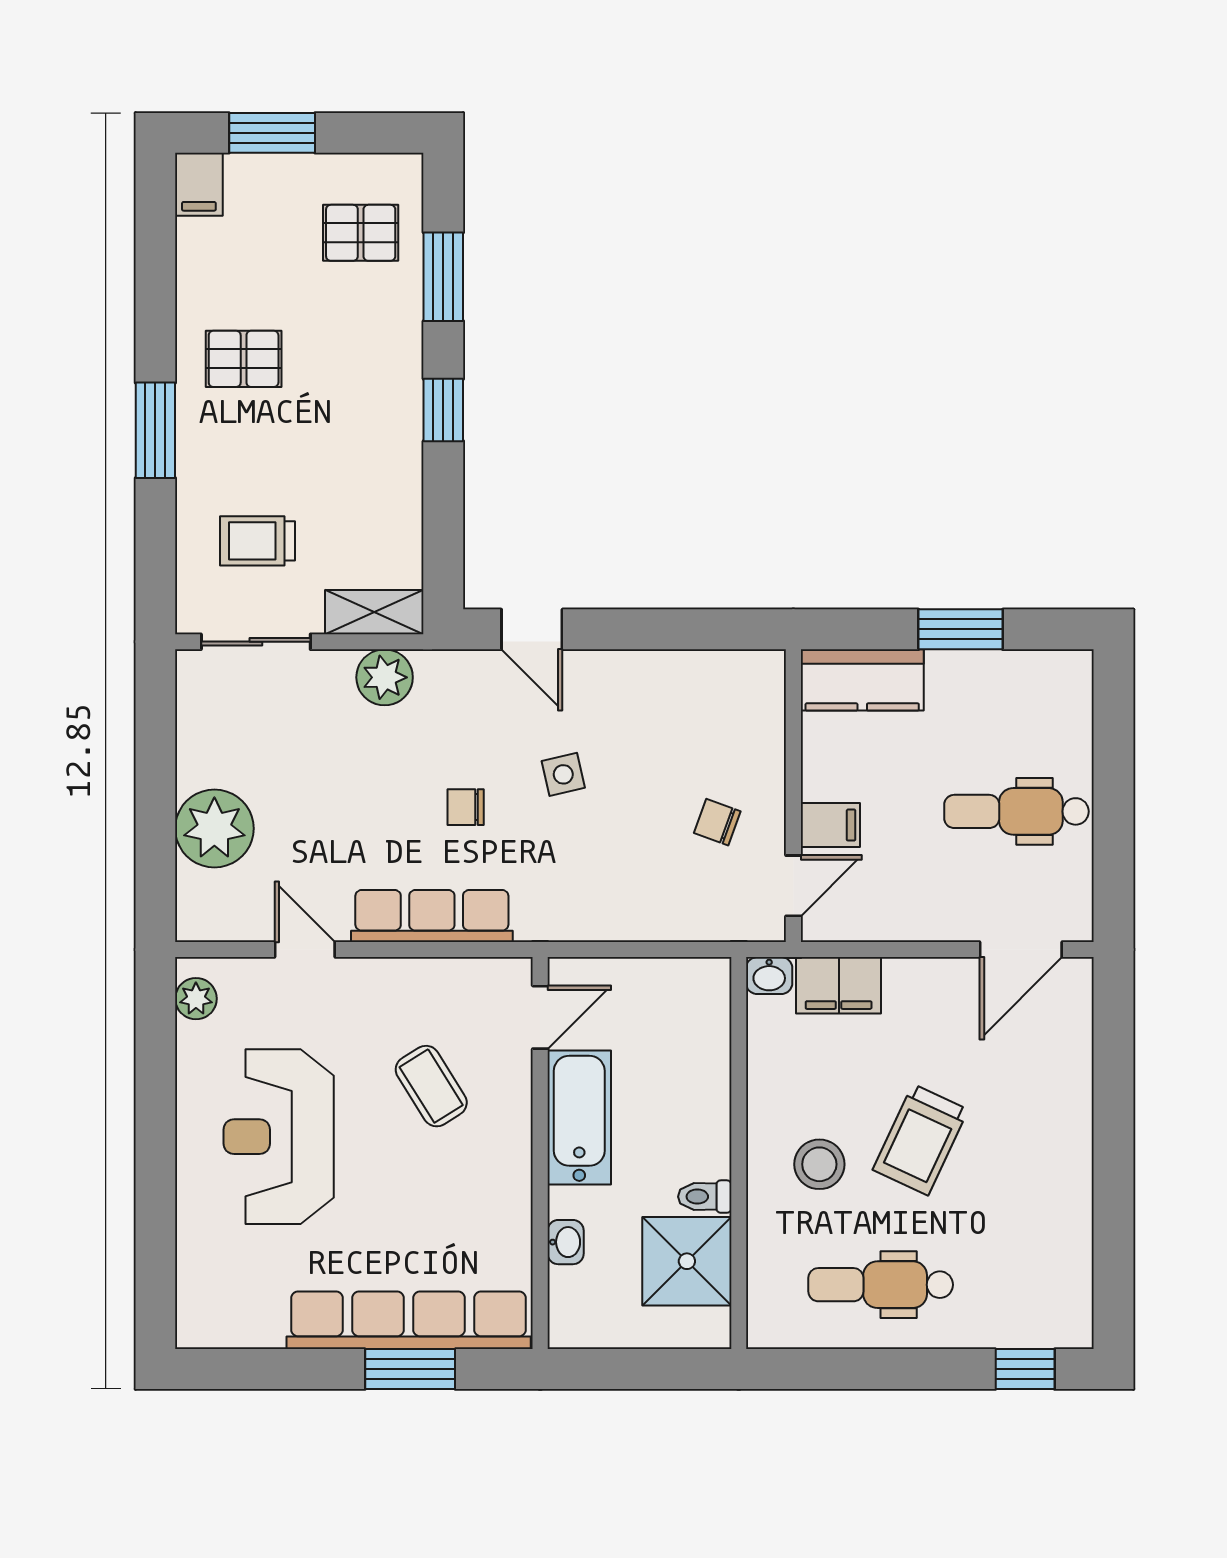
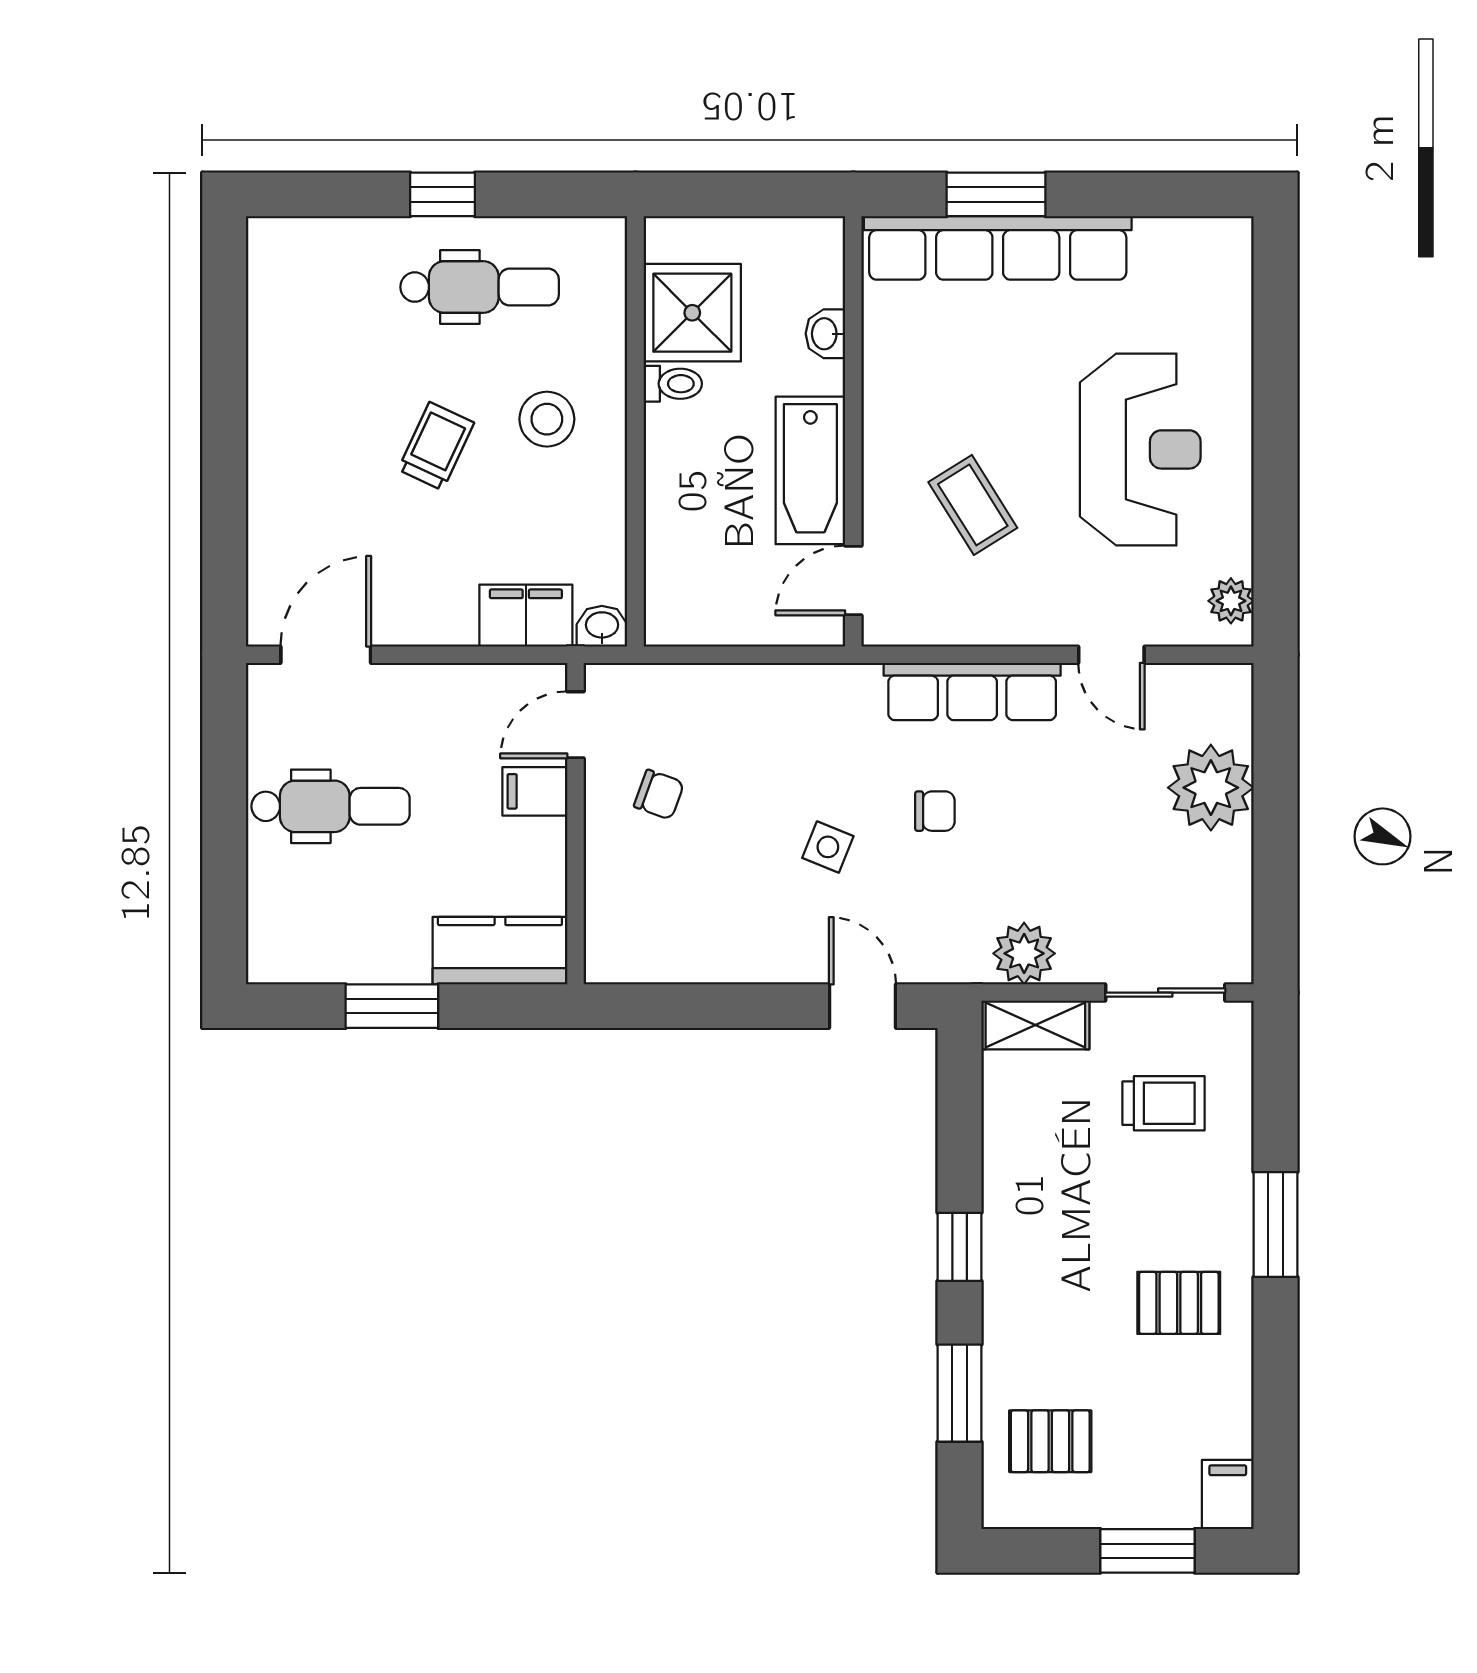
side table: (563, 774) -> (828, 847), turned 35
trolley: (920, 1140) -> (436, 446), width x0.73, depth x0.72
window: (1025, 1369) -> (442, 194), moved

